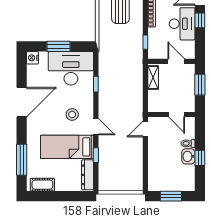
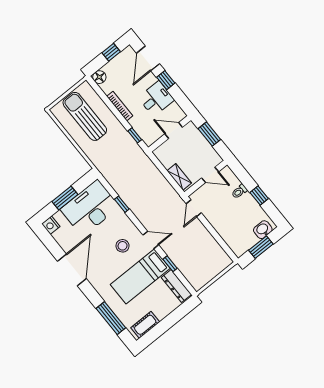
desk: (182, 24) -> (156, 99), width x0.73
shelving: (153, 78) -> (179, 177), moved
washbasin: (188, 156) -> (263, 230), moved, turned 90

